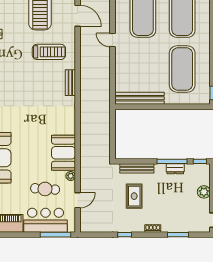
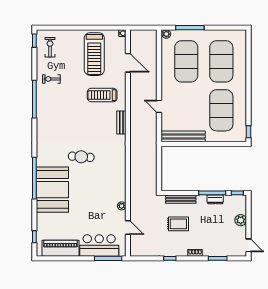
door: (113, 40) -> (159, 106), moved
treadmill: (49, 52) -> (102, 95), turned 180
booth: (63, 153) -> (115, 185), removed
cafe table: (45, 189) -> (81, 157), moved
rug: (134, 196) -> (178, 224), turned 90
door: (78, 200) -> (128, 228), hinge flipped

